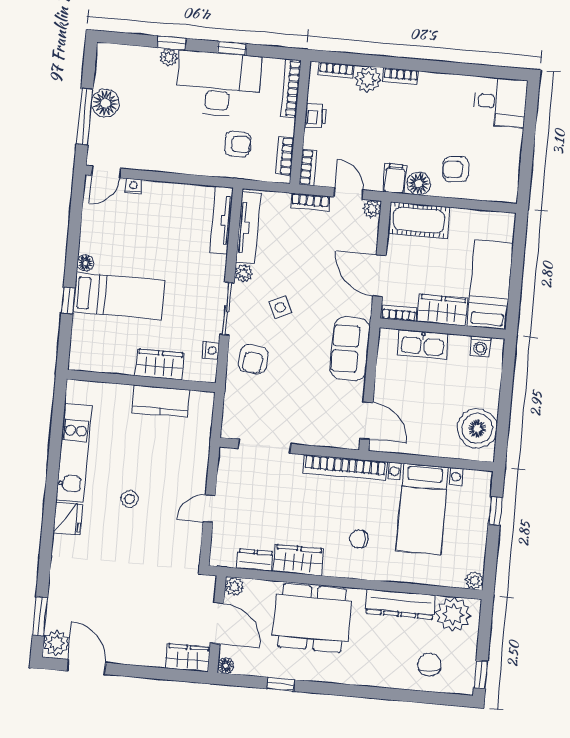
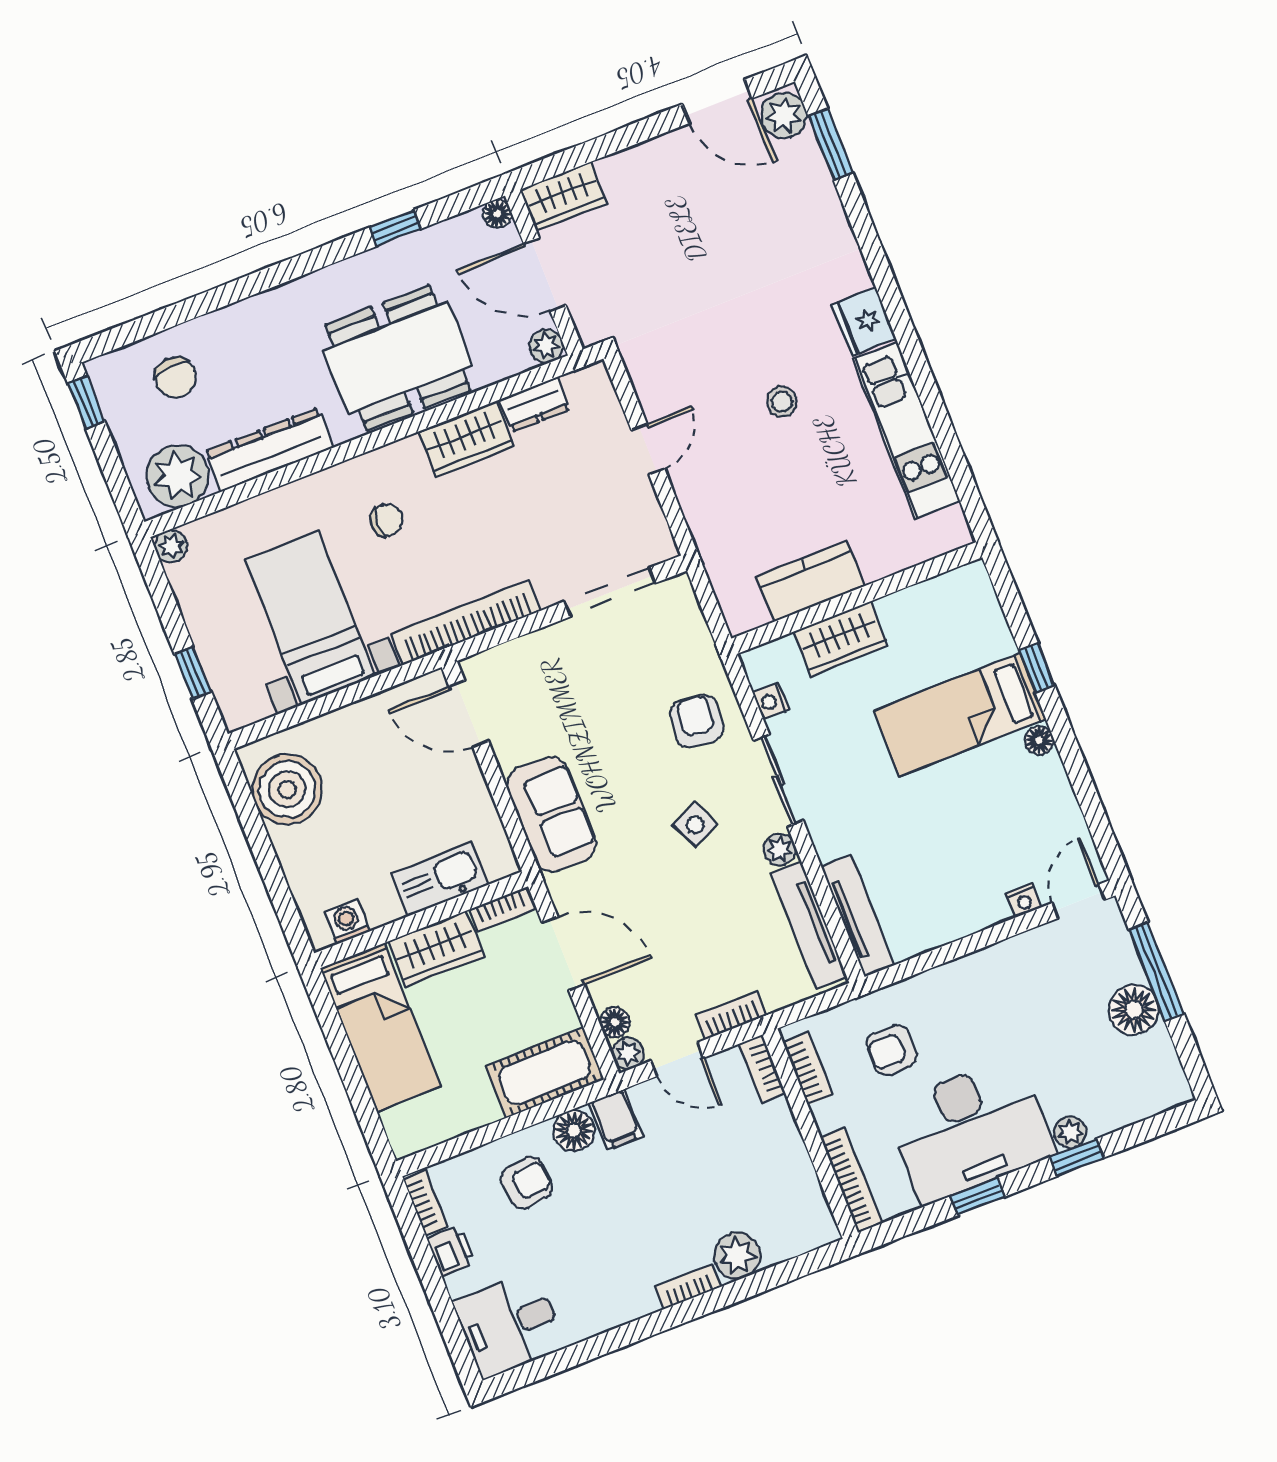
bookcase: (336, 70) -> (425, 1202), moved, turned 90
printer: (316, 116) -> (451, 1251), moved, turned 180
floor lamp: (371, 228) -> (615, 1022), added

